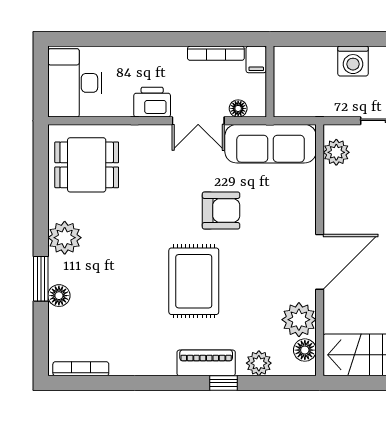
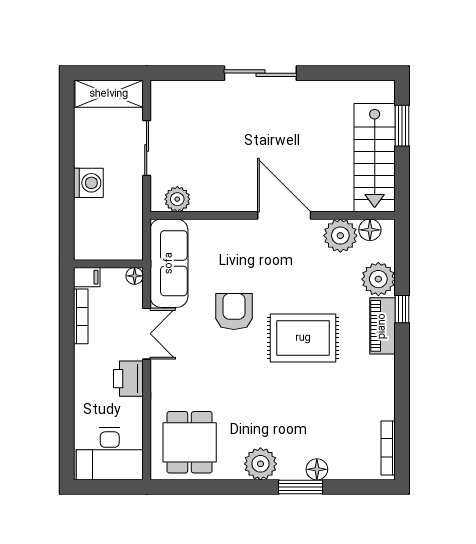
floor lamp: (238, 108) -> (135, 276), moved
plant: (259, 363) -> (378, 279), width x1.36, depth x1.36

